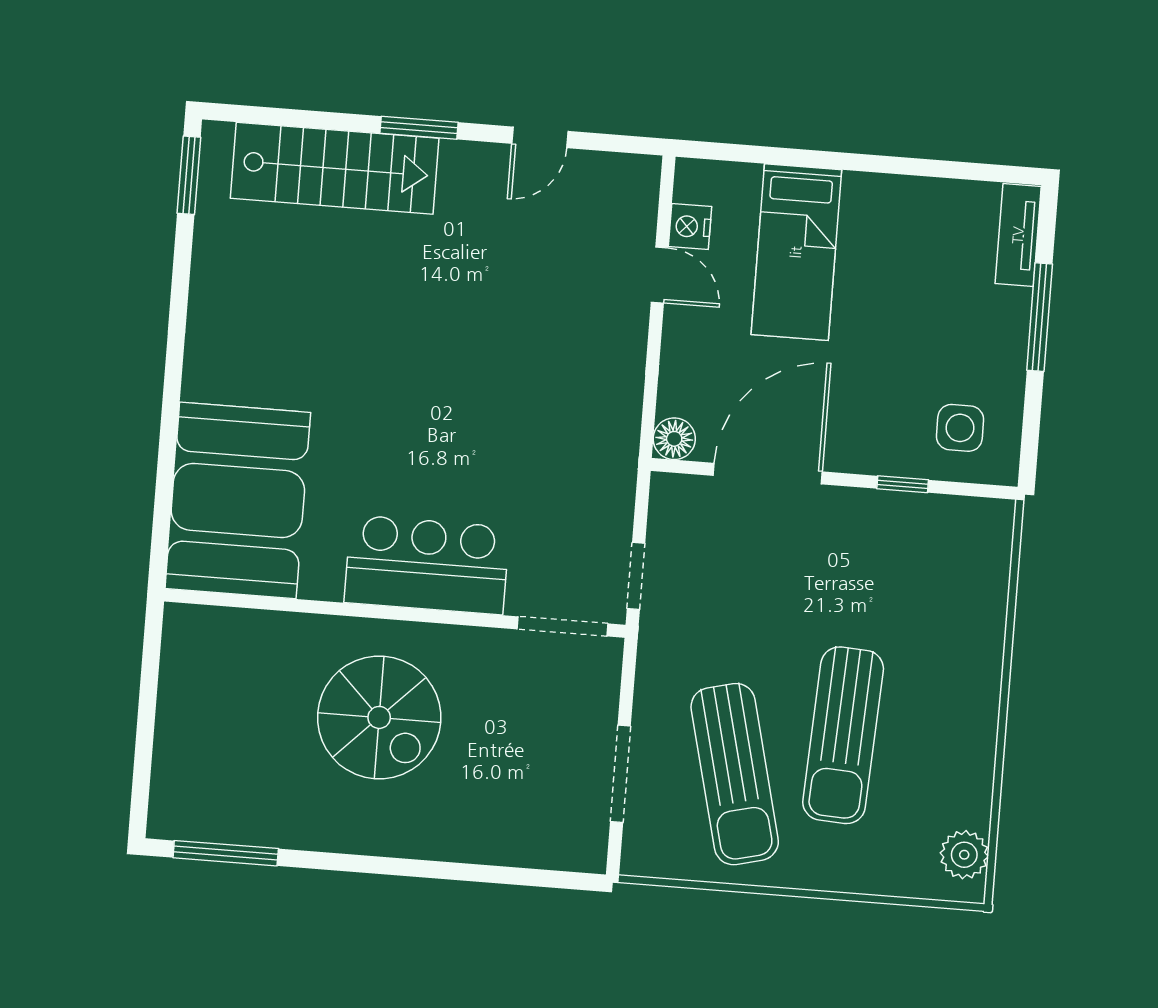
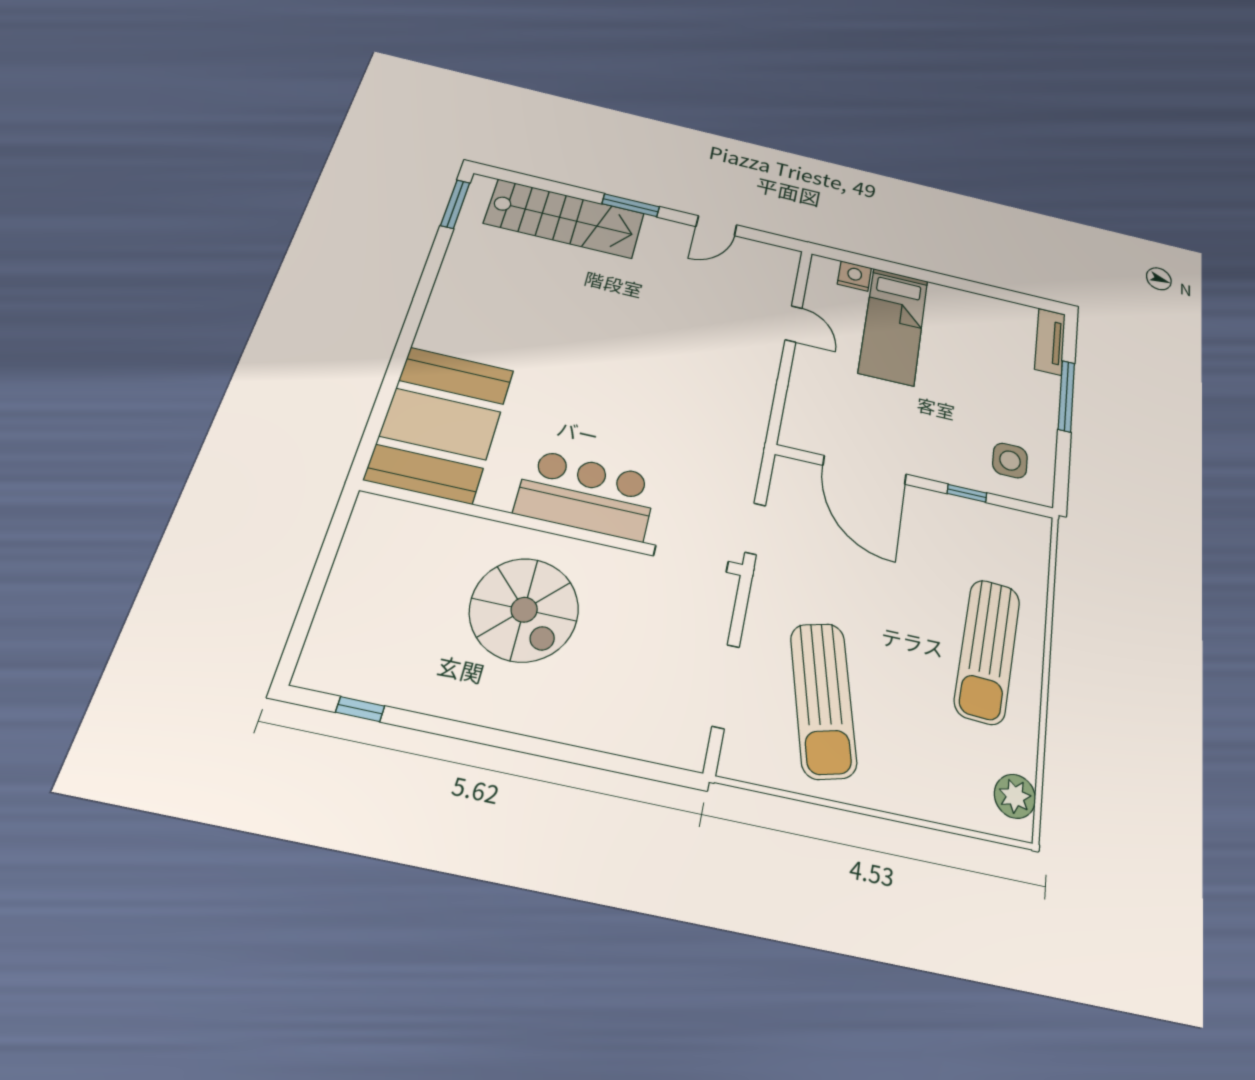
nightstand: (690, 226) -> (854, 276), moved, turned 90
floor lamp: (674, 439) -> (795, 434), removed
door: (768, 474) -> (865, 470), swing flipped
sun lounger: (843, 735) -> (987, 651), moved
window: (226, 853) -> (360, 709), width x0.46

